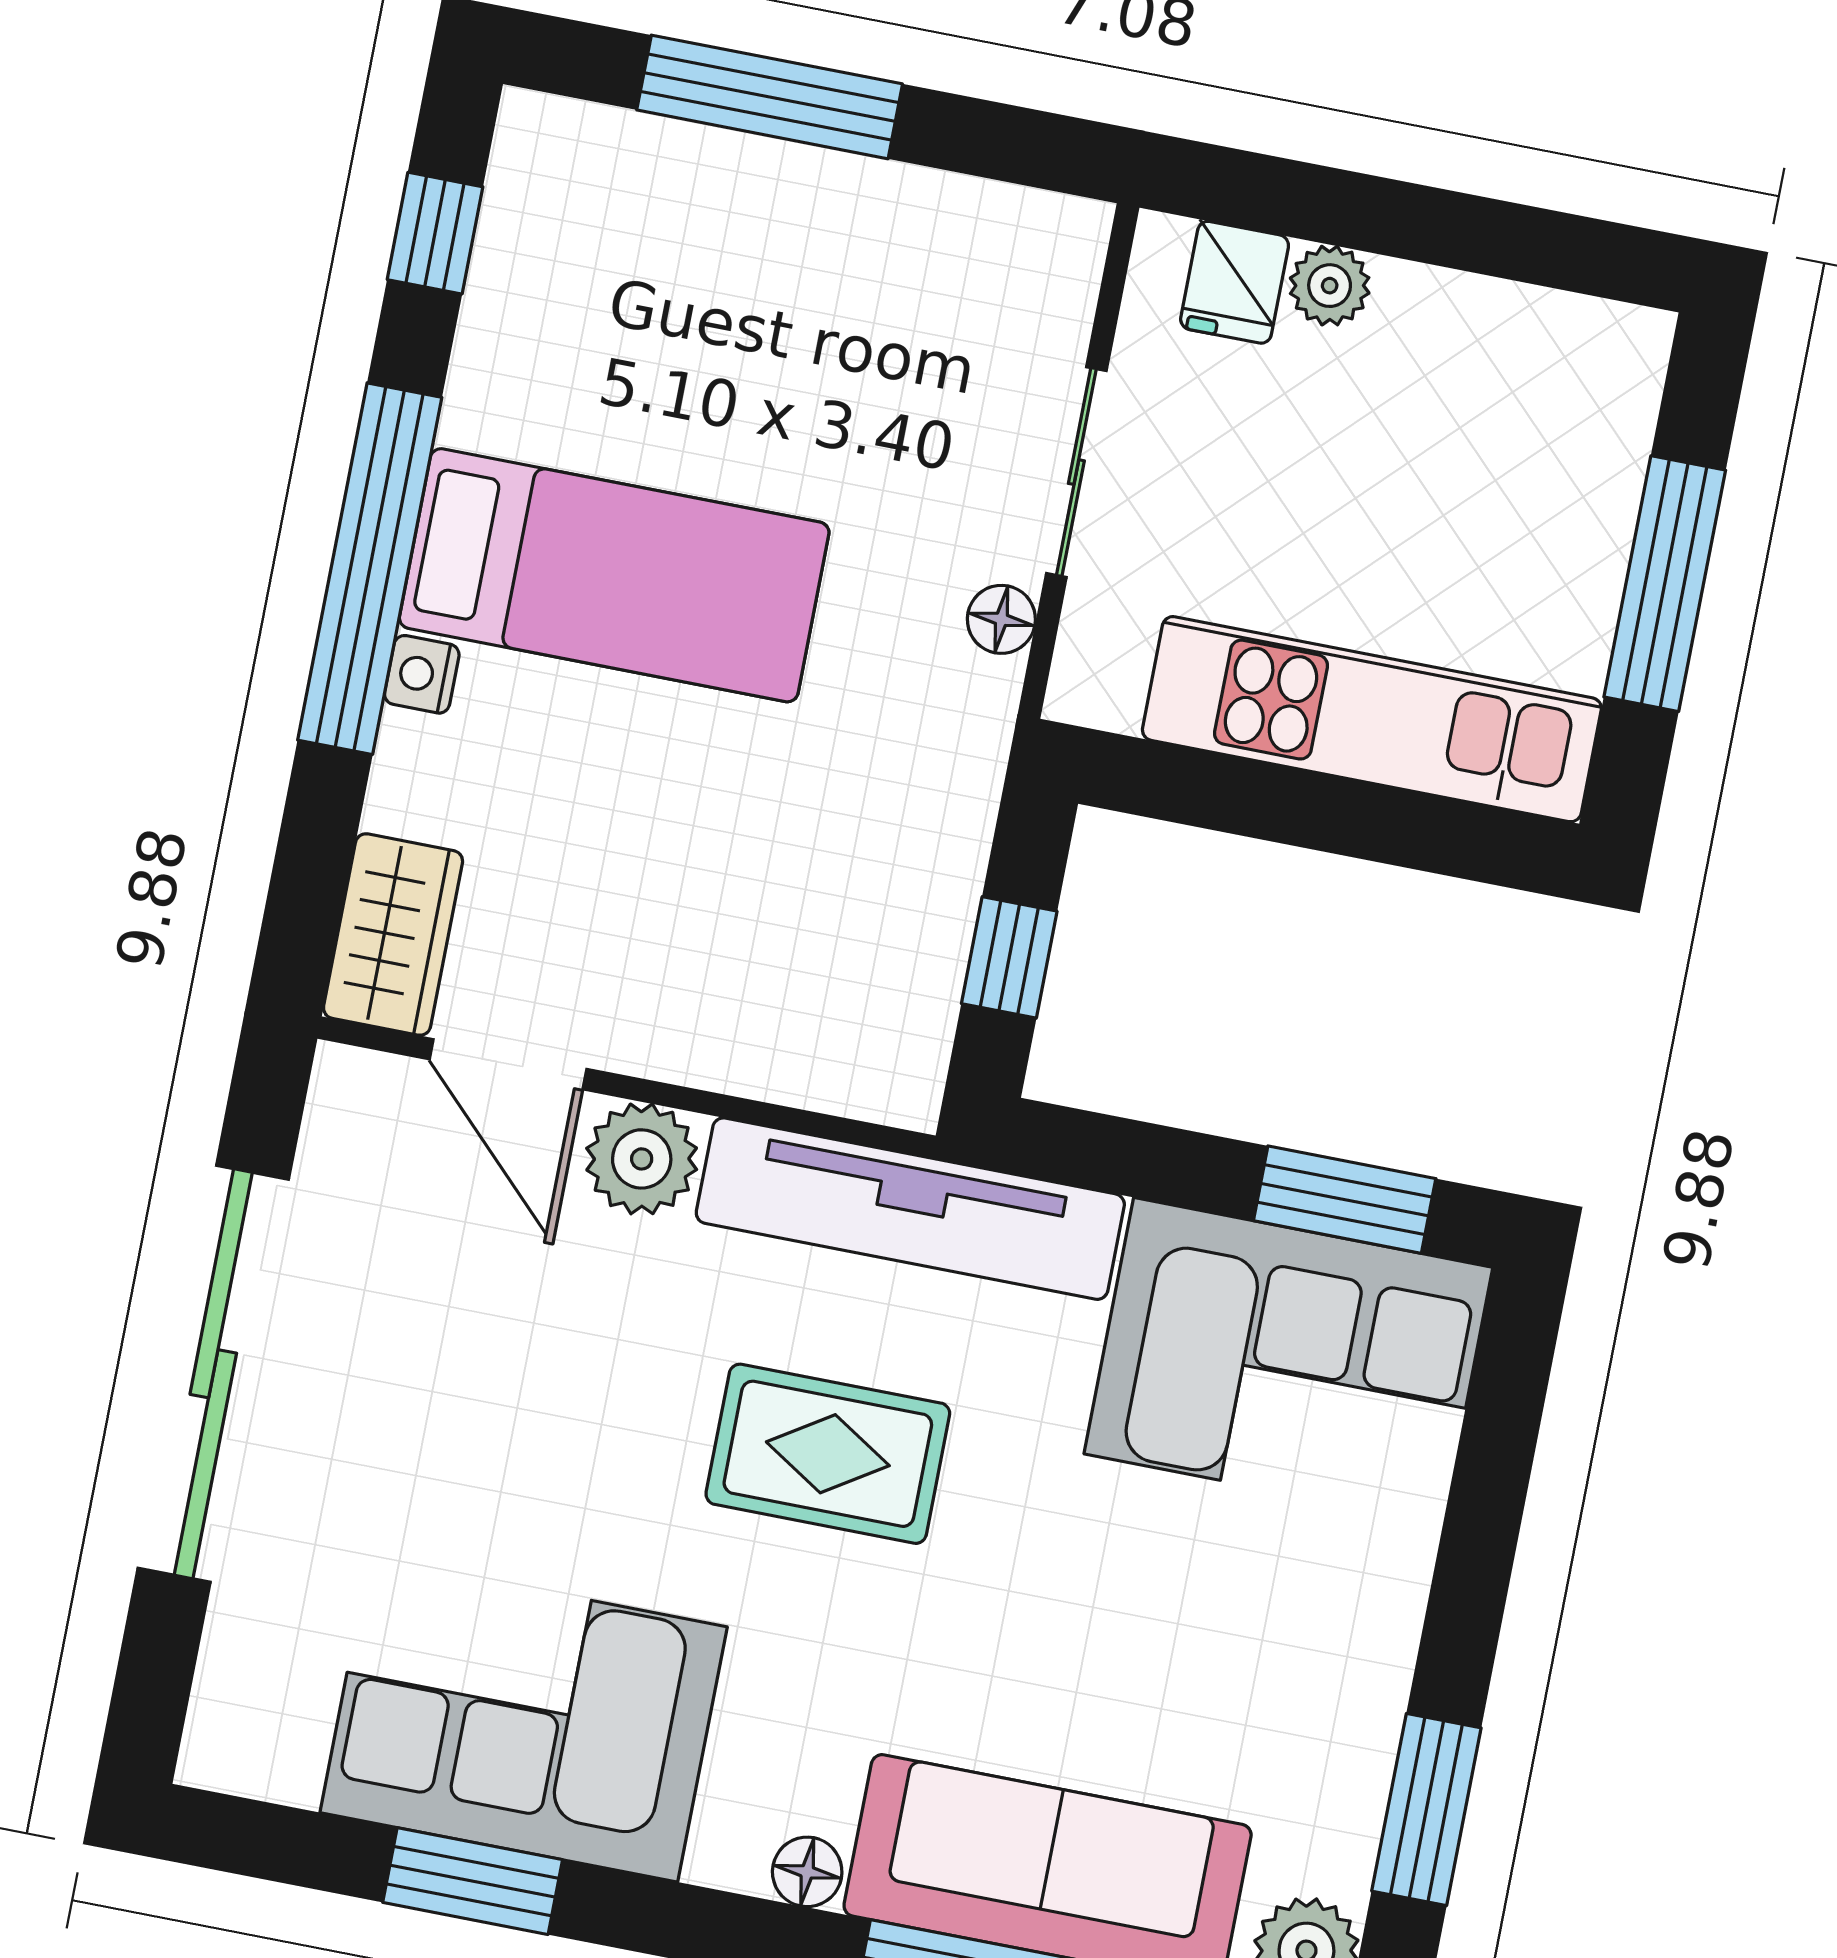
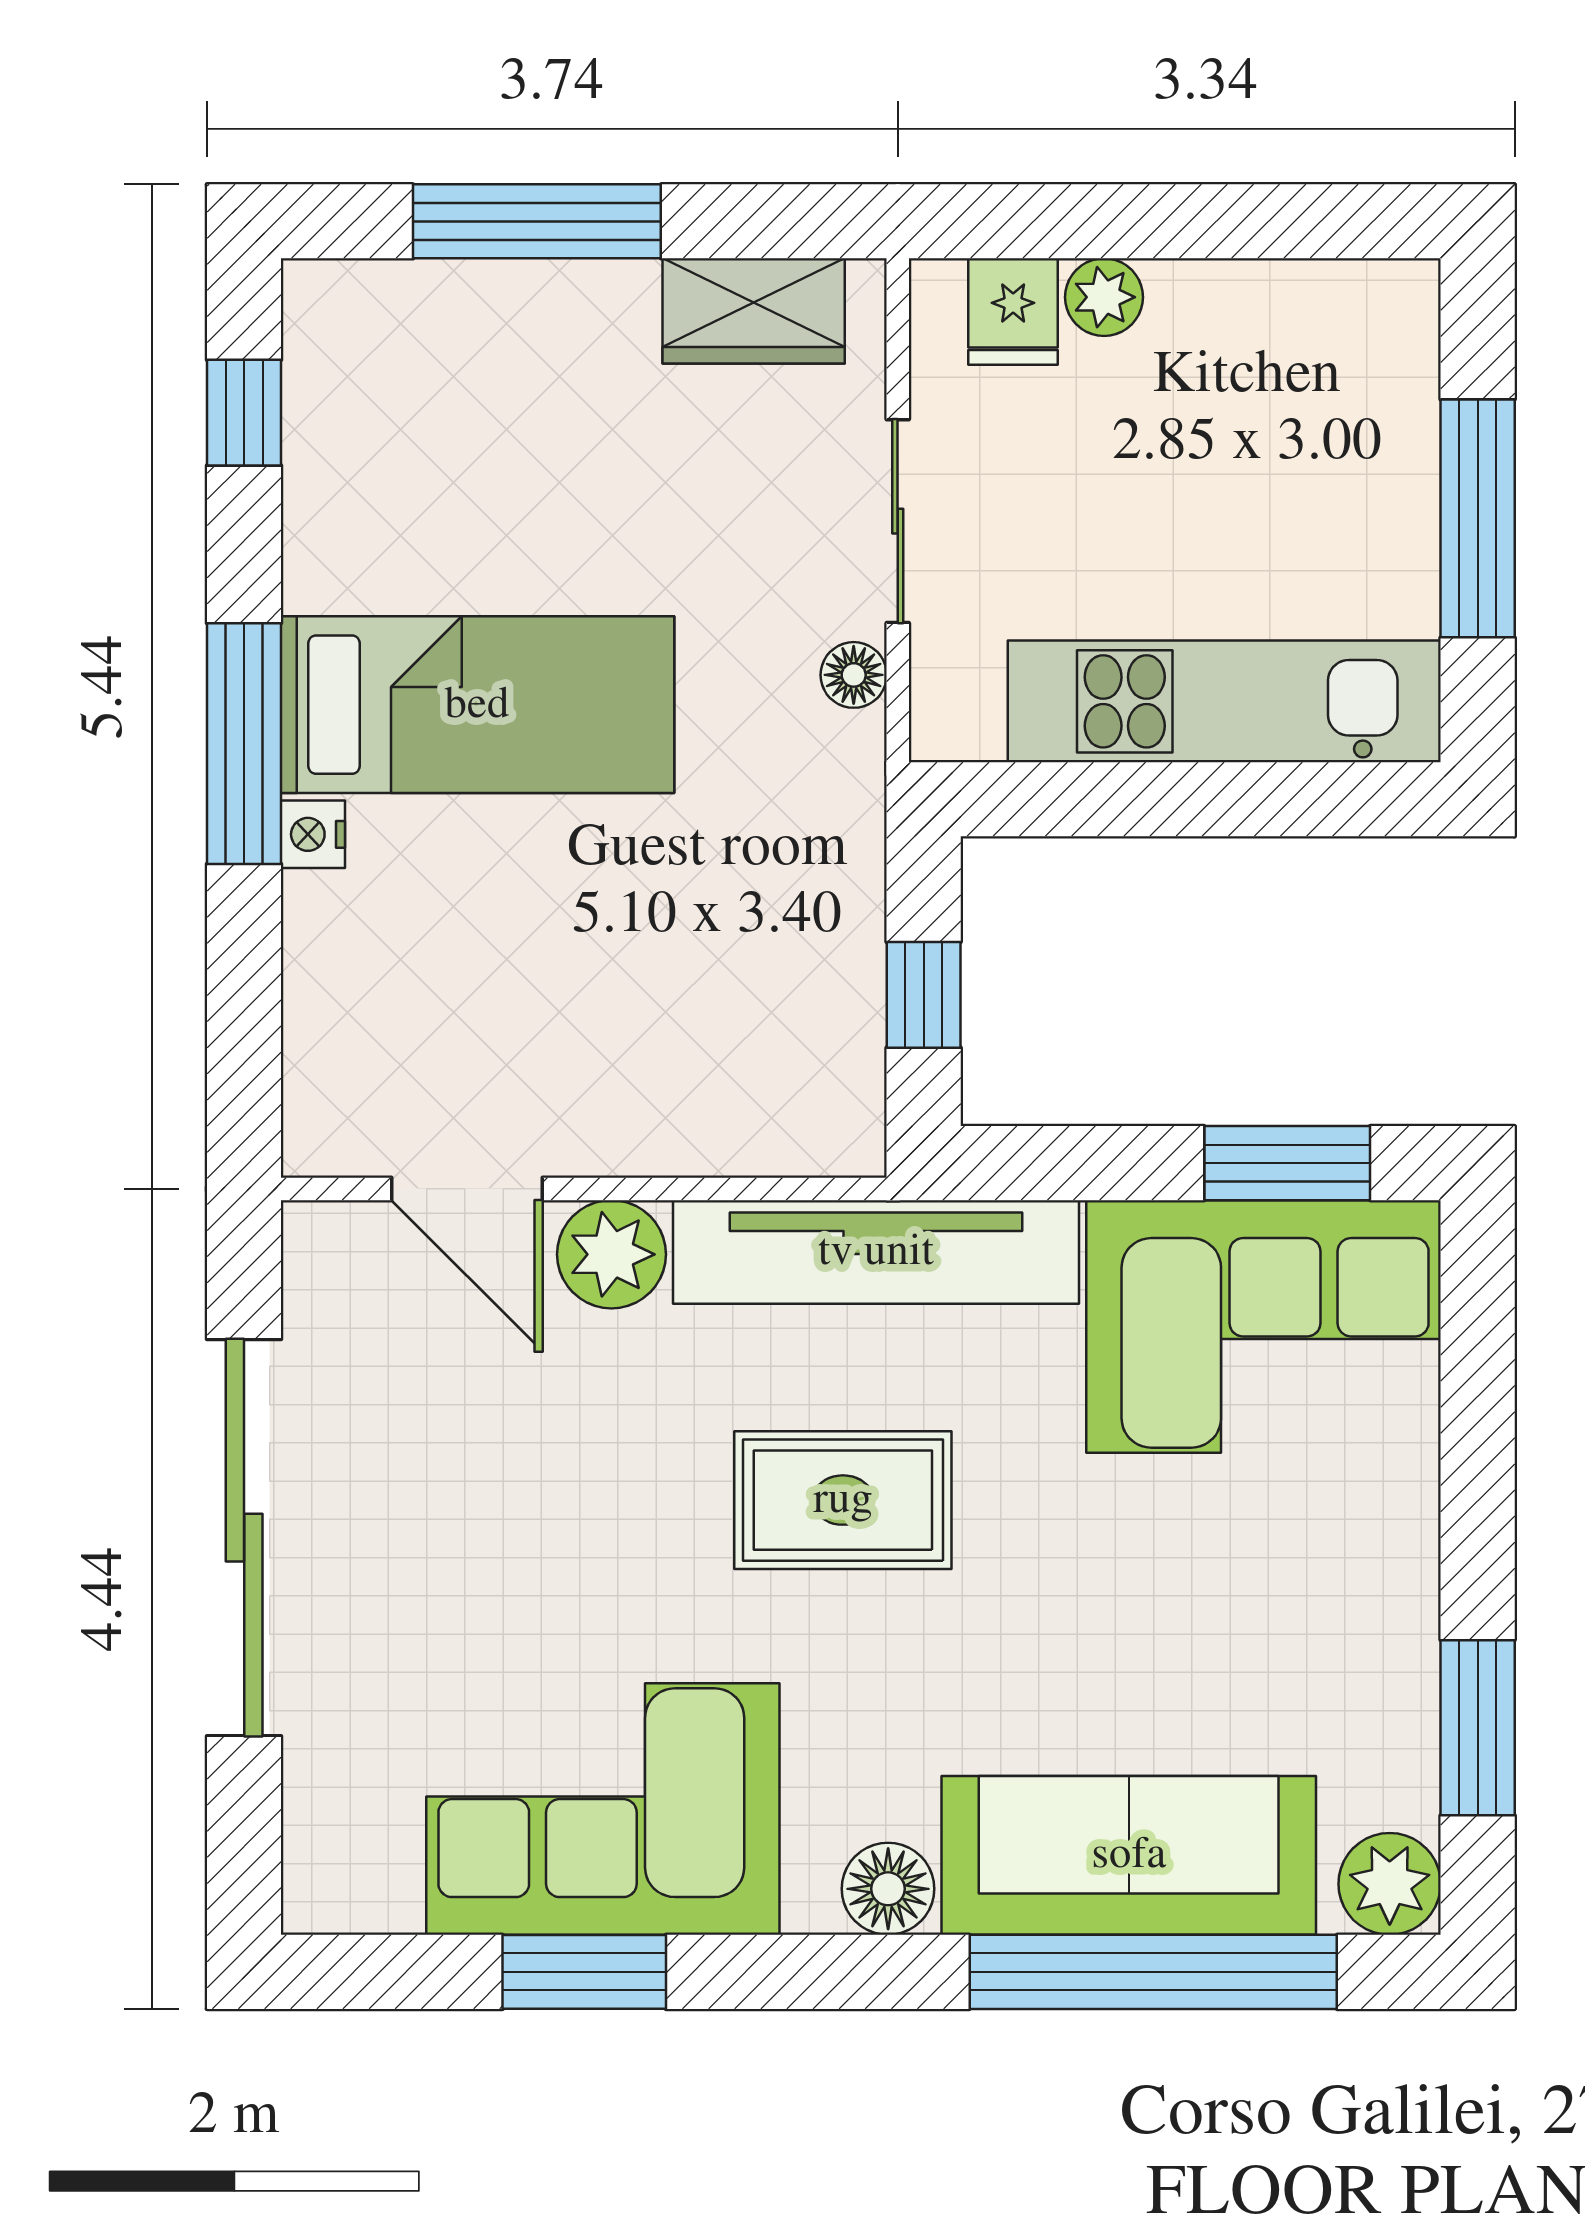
window: (370, 569) -> (244, 744), width x0.68
wardrobe: (393, 934) -> (754, 311), moved, turned 90
floor lamp: (807, 1872) -> (888, 1889), width x1.37, depth x1.37

